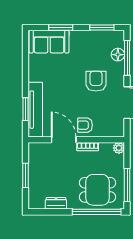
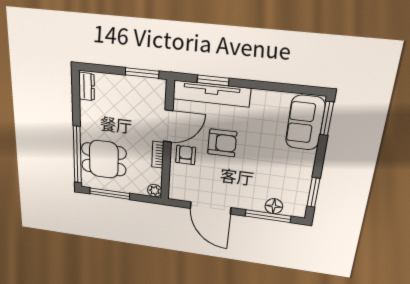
window: (61, 28) -> (327, 118), moved
armchair: (96, 81) -> (222, 143), moved
window: (26, 175) -> (142, 73), moved
dining table: (98, 190) -> (104, 159), turned 90
dresser: (56, 203) -> (87, 87), moved

